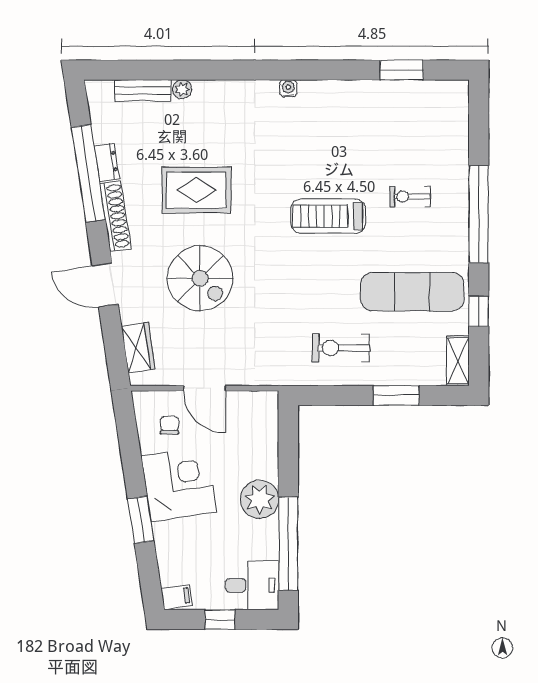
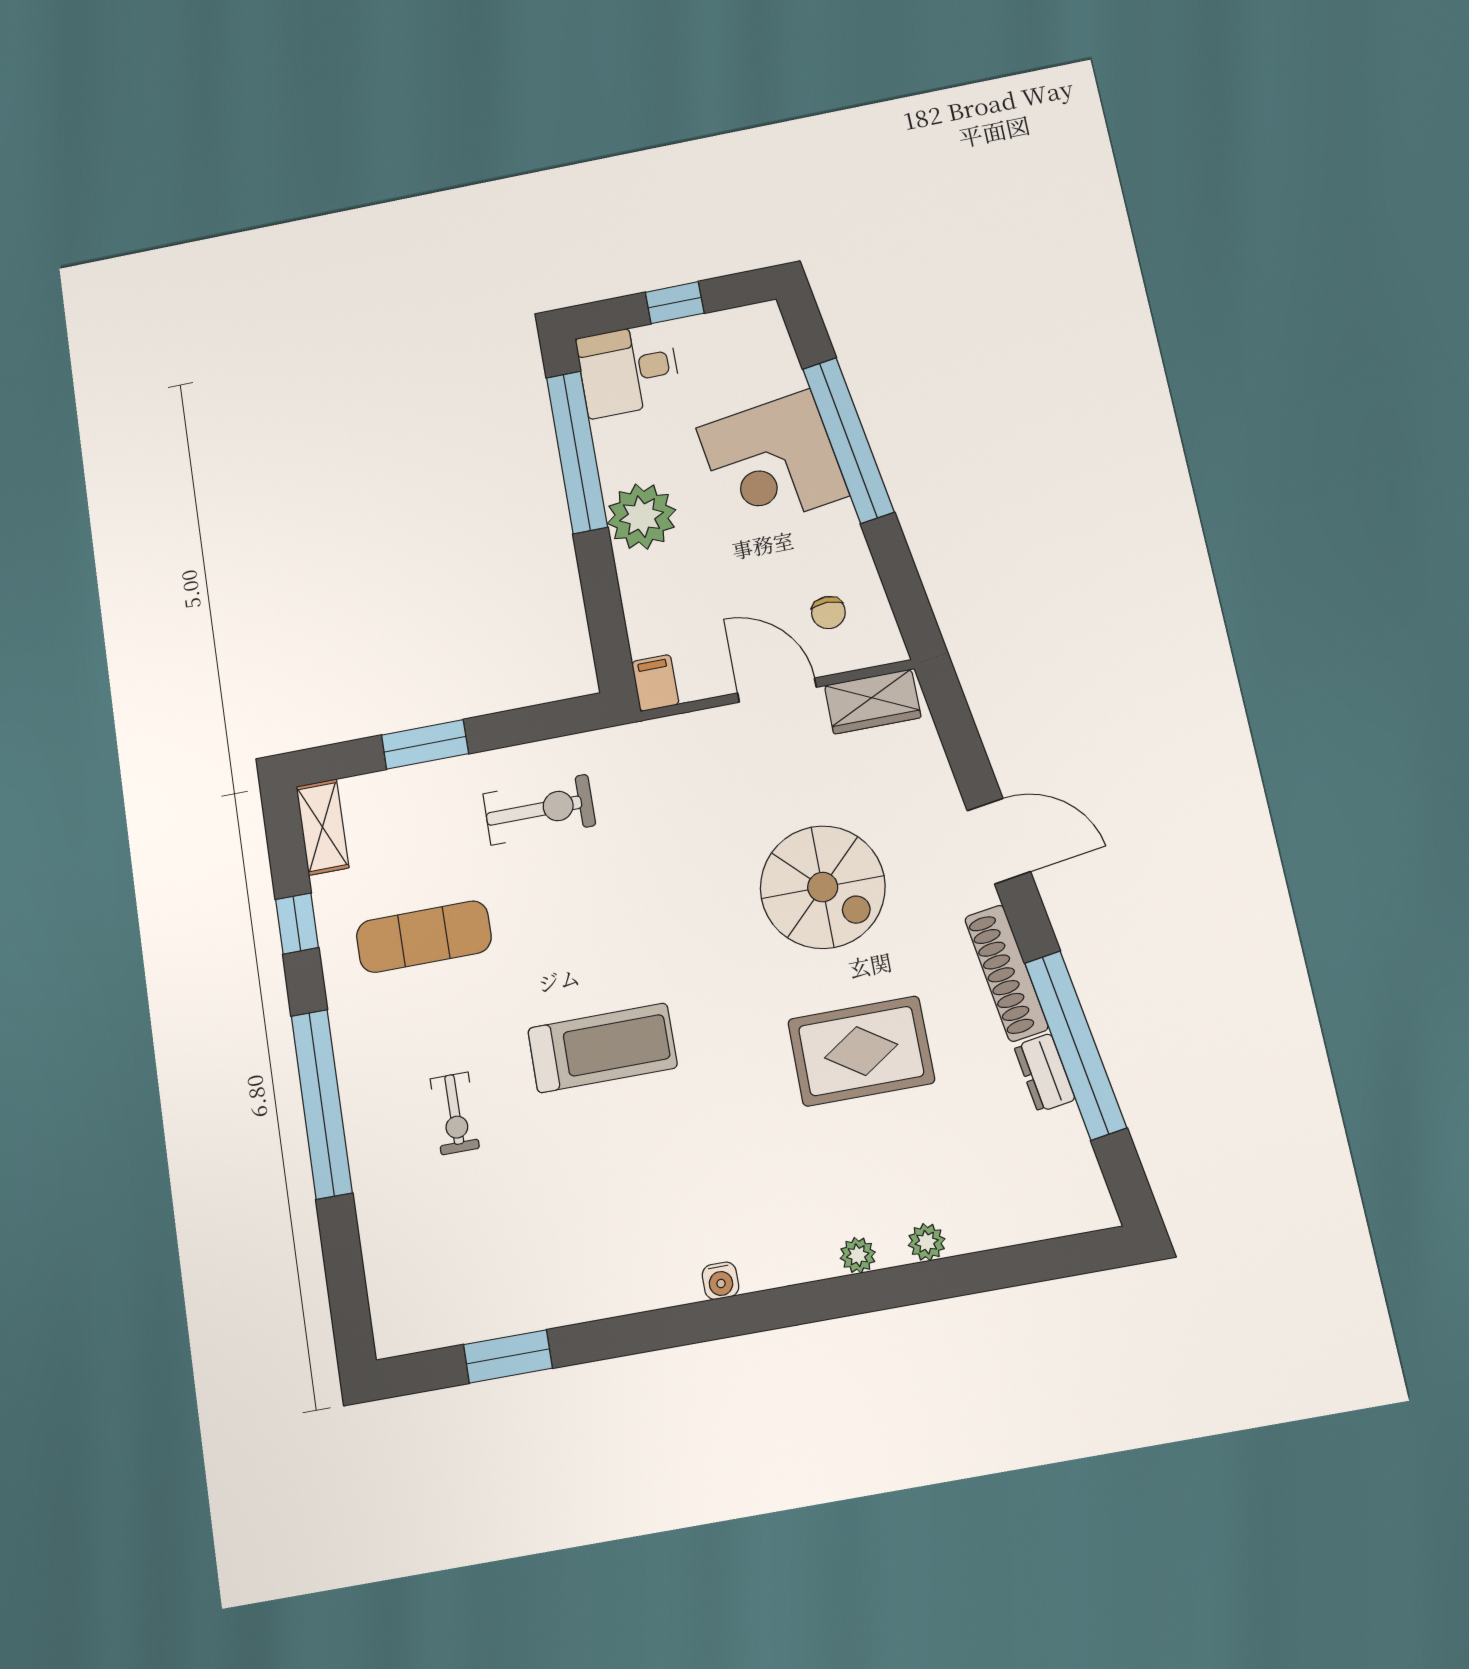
plant: (218, 89) -> (858, 1255), added
bench: (143, 90) -> (1003, 1226), removed
exercise bike: (410, 197) -> (455, 1113), turned 90
spiral stairs: (200, 278) -> (823, 887), turned 180
exercise mat: (412, 292) -> (424, 937), width x0.73, depth x0.69
wardrobe: (138, 348) -> (873, 702), moved, turned -81
corner desk: (179, 484) -> (772, 462), moved
window: (141, 520) -> (848, 440), width x2.11
filing cabinet: (177, 597) -> (655, 683), moved, turned 99

